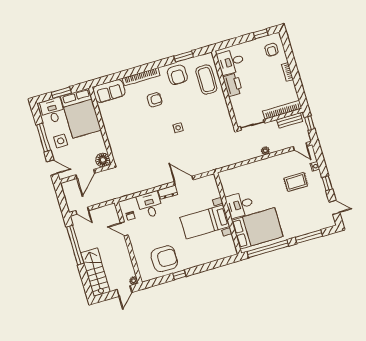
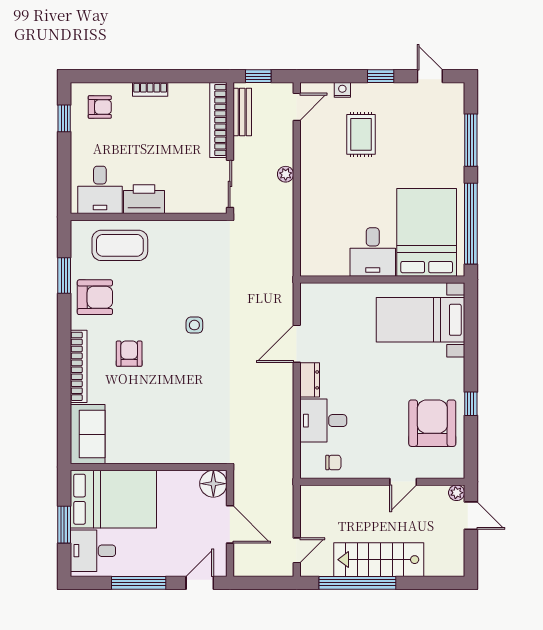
side table: (61, 141) -> (154, 552), removed
door: (334, 207) -> (430, 76), hinge flipped
bed with nightstands: (205, 222) -> (420, 320), moved, turned 90
door: (124, 229) -> (403, 482), moved
stairs: (95, 272) -> (379, 560), moved

